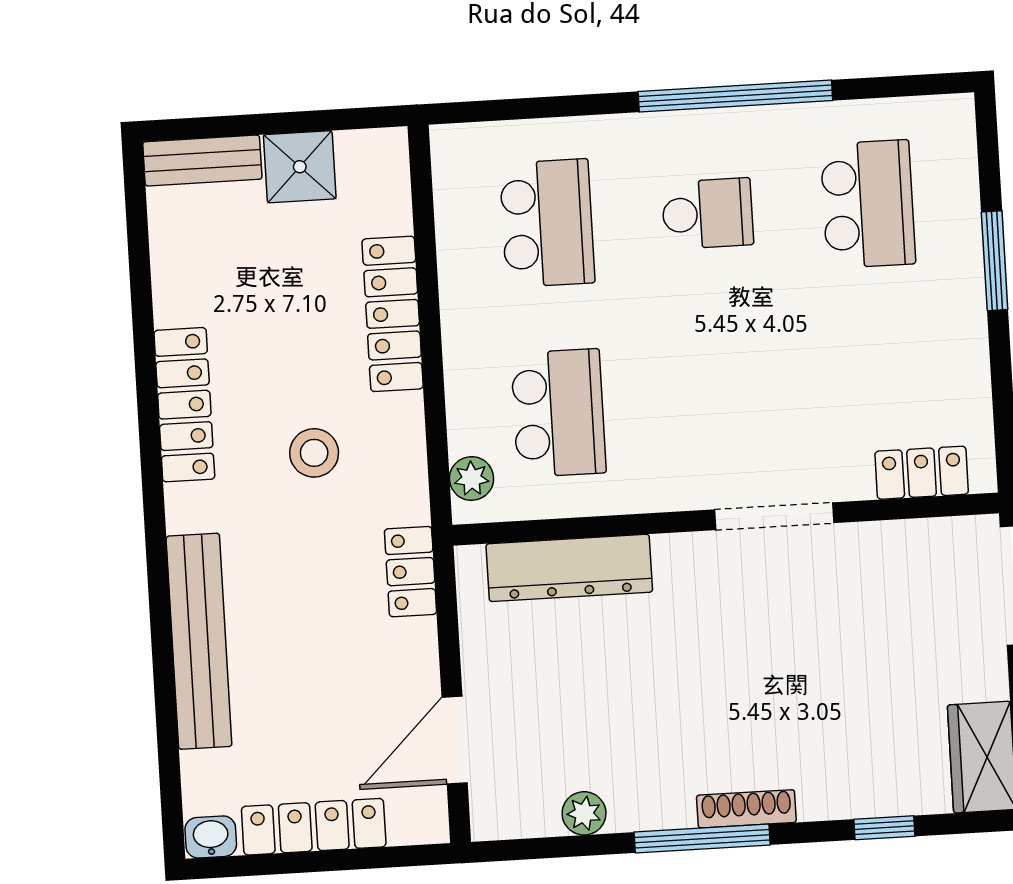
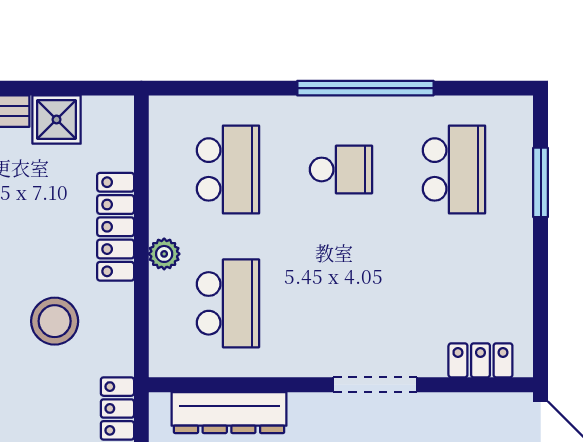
window: (995, 261) -> (541, 182), moved
stool: (314, 453) -> (55, 321), width x1.38, depth x1.38
plant: (472, 479) -> (164, 254), moved

